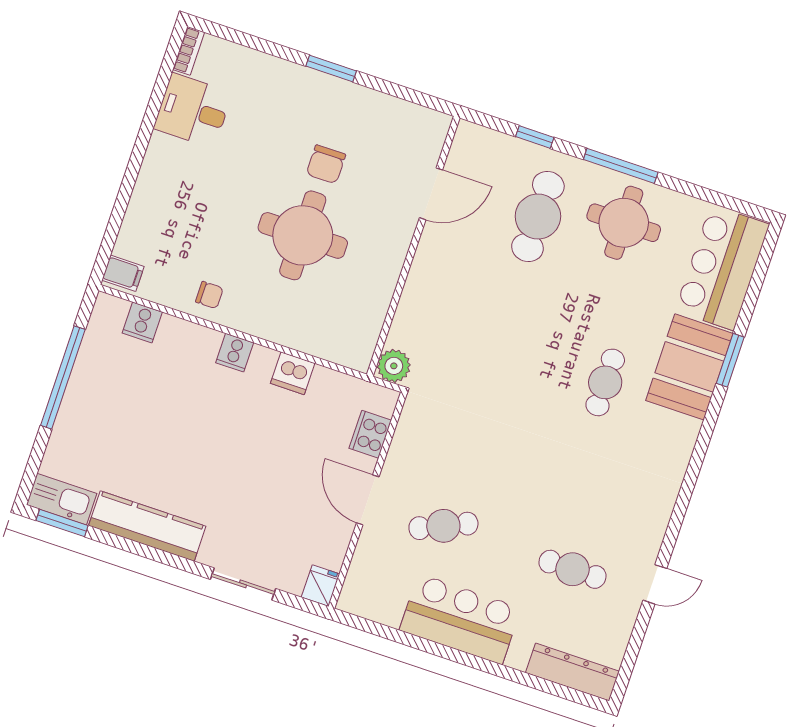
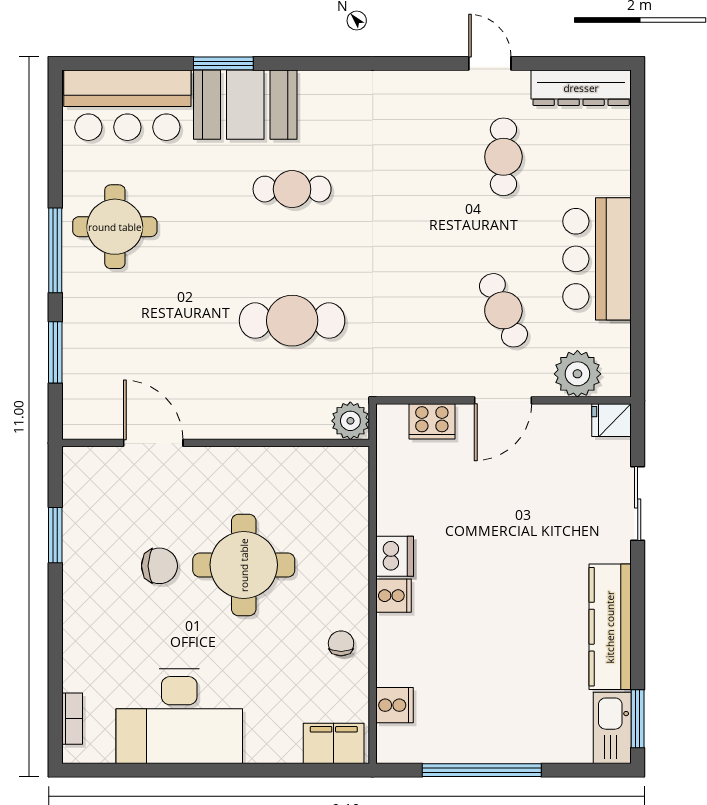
bookcase: (189, 51) -> (72, 719), moved, turned 90
window: (331, 68) -> (55, 535), moved
desk: (193, 111) -> (179, 716), width x1.87, depth x1.30
window: (535, 137) -> (55, 352), width x1.50
cafe table: (538, 216) -> (292, 321), moved
filing cabinet: (123, 273) -> (334, 743), width x2.00
dishwasher: (293, 373) -> (395, 556), moved
plant: (369, 570) -> (577, 374), added
dresser: (572, 672) -> (581, 88), moved, turned -90

